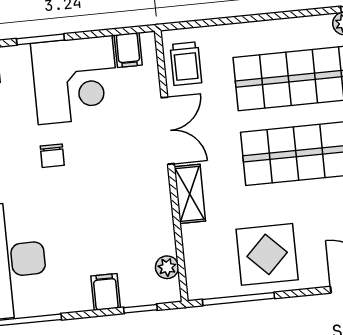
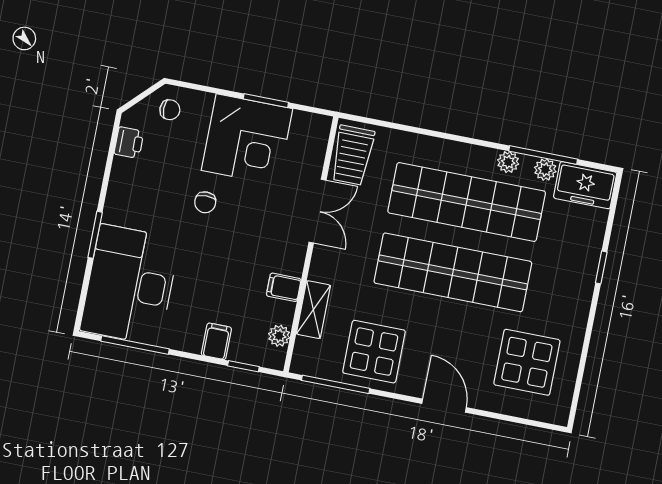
window: (40, 39) -> (266, 101), moved
filing cabinet: (128, 50) -> (284, 287), moved, turned 90
trolley: (186, 64) -> (352, 155), width x1.36, depth x1.39
shelving: (190, 194) -> (313, 310), moved

